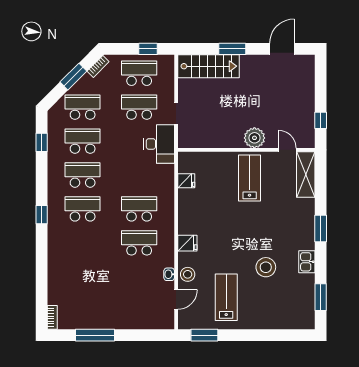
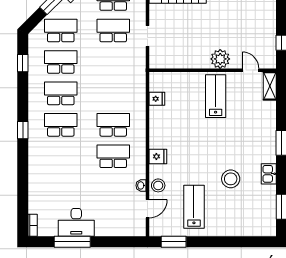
desk: (159, 144) -> (76, 222), moved, turned 90
shelving: (306, 175) -> (270, 86), width x0.67, depth x0.75

